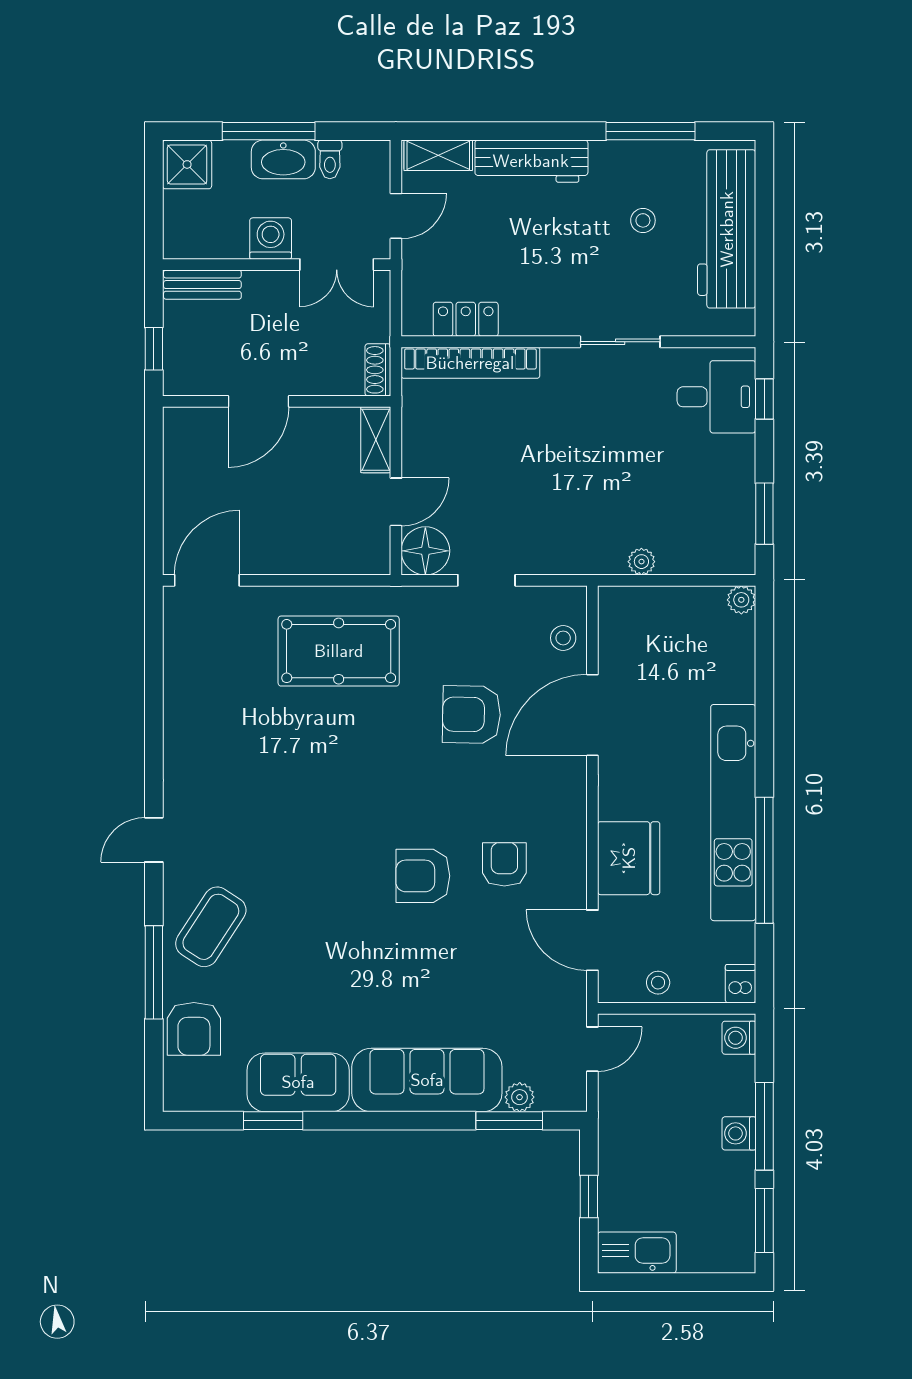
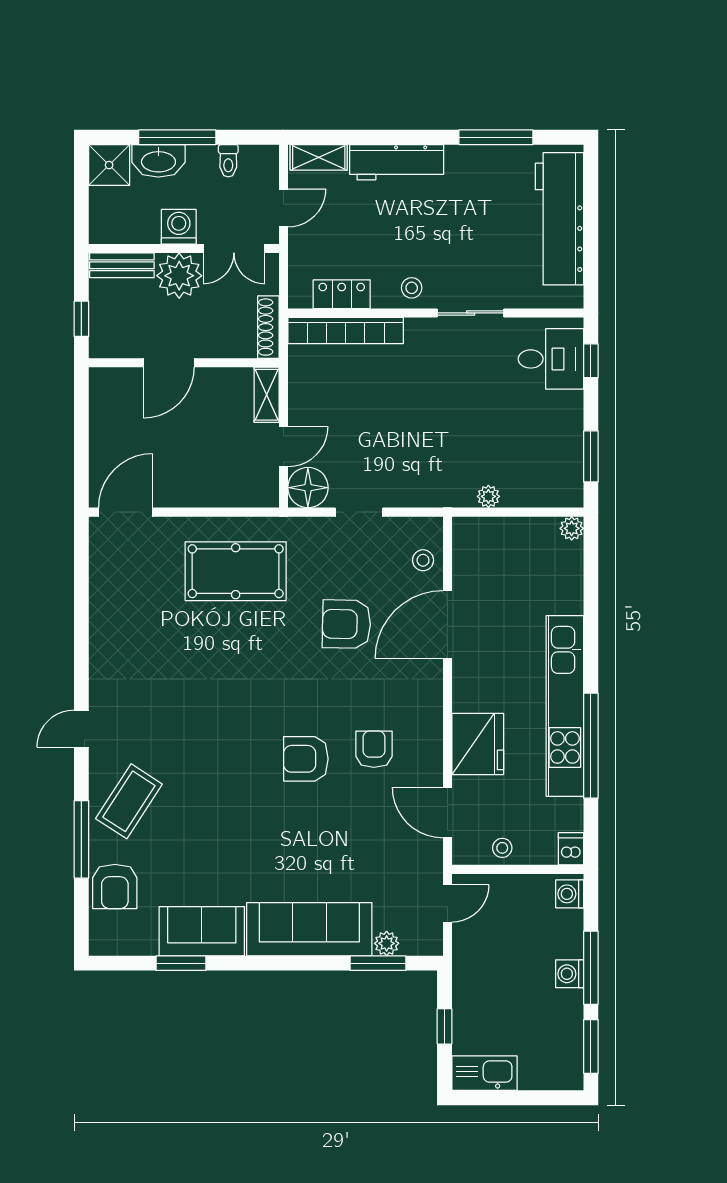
washbasin: (283, 159) -> (158, 161), moved
stool: (643, 220) -> (412, 288), moved
plant: (271, 297) -> (179, 276), added
shoe rack: (378, 370) -> (268, 327), width x1.43

